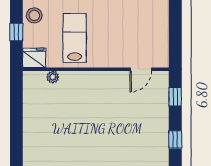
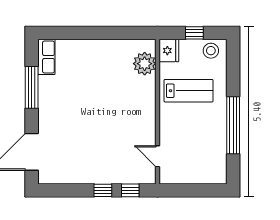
plant: (53, 77) -> (145, 64), width x1.88, depth x1.88
window: (175, 139) -> (103, 190), moved

